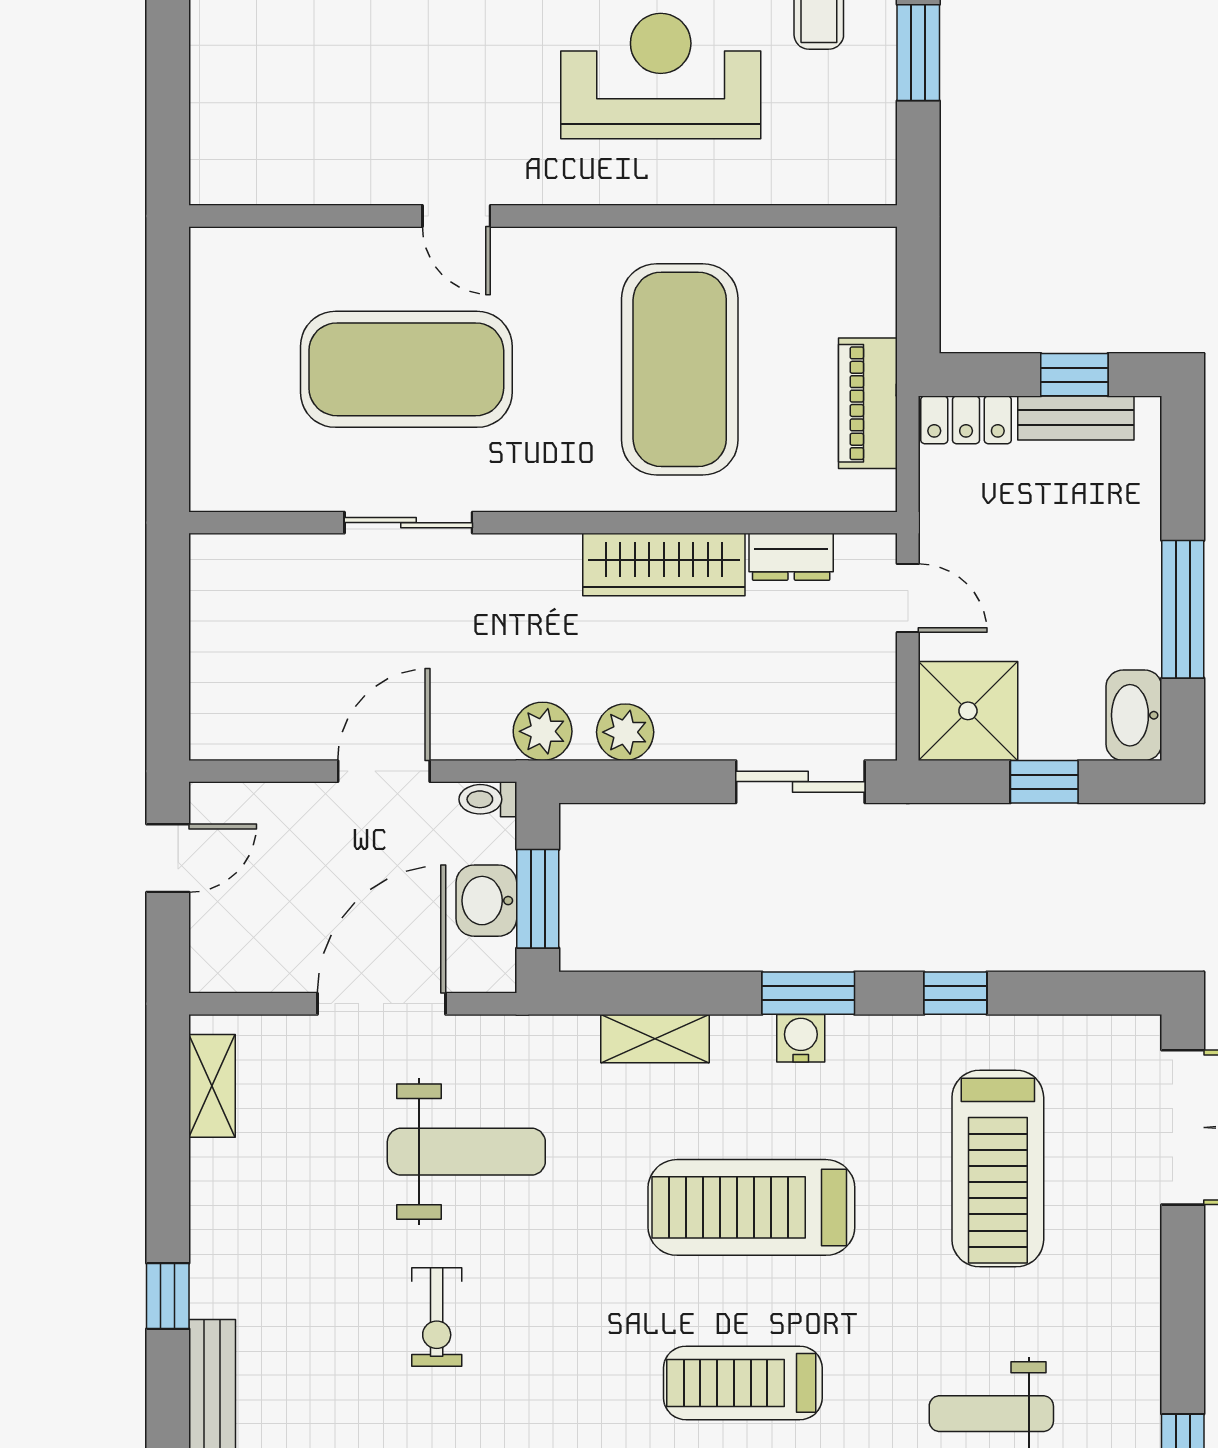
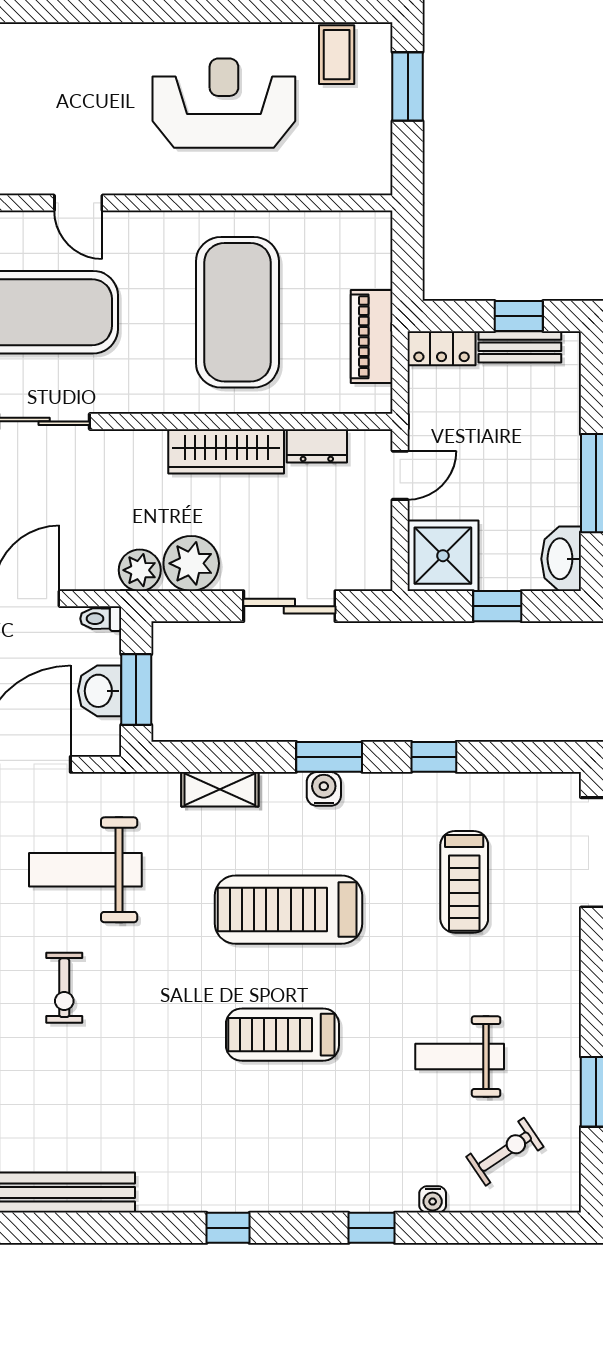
door: (908, 598) -> (400, 475), hinge flipped
plant: (625, 732) -> (191, 563), width x1.36, depth x1.36
sliding door: (800, 782) -> (289, 606), moved
weight bench: (466, 1152) -> (85, 870), turned 180
treadmill: (998, 1169) -> (464, 882), width x0.73, depth x0.73

